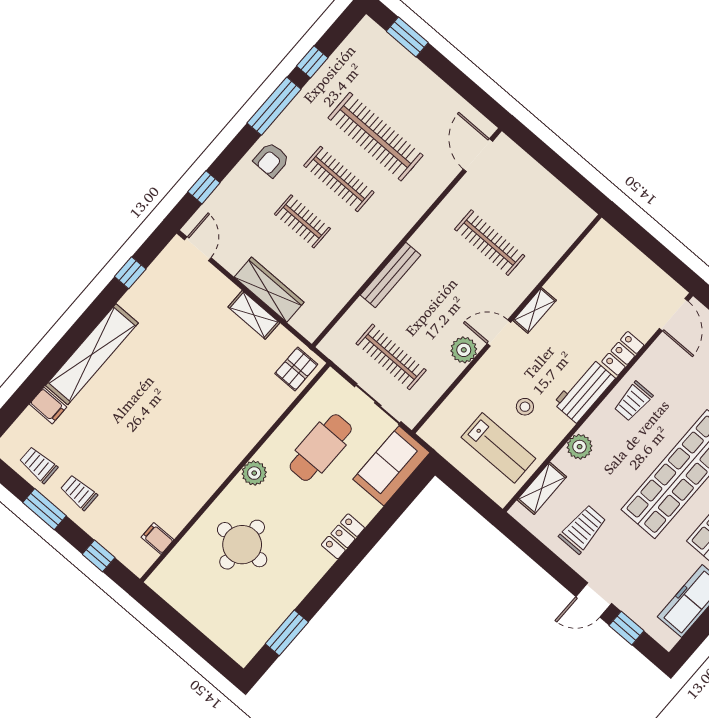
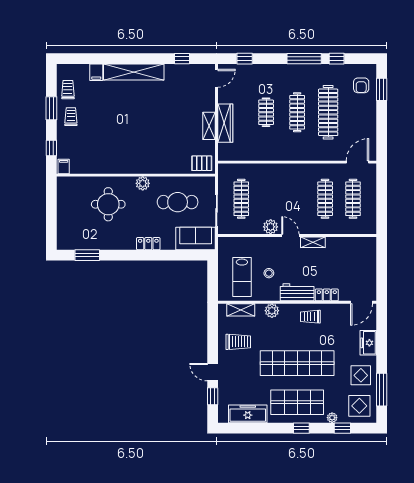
armchair: (271, 160) -> (361, 85), moved, turned -90
clothes rail: (523, 205) -> (353, 199), added
bench: (390, 275) -> (275, 169), removed
filing cabinet: (158, 538) -> (64, 166), moved

